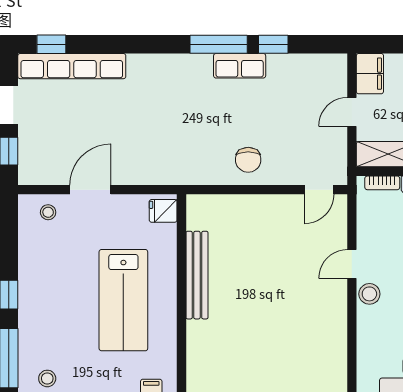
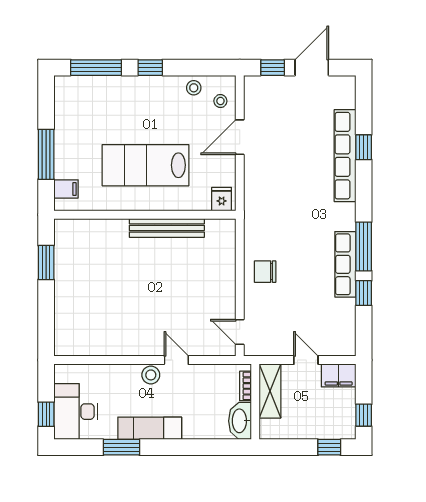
window: (51, 44) -> (364, 147), moved
row of seats: (72, 66) -> (345, 156), moved
row of seats: (240, 66) -> (345, 264), width x1.48
door: (90, 190) -> (240, 137), swing flipped
stool: (47, 378) -> (194, 88), moved

